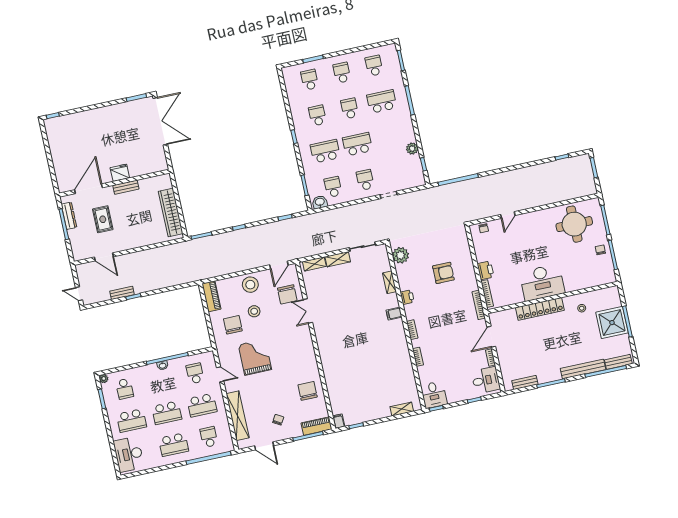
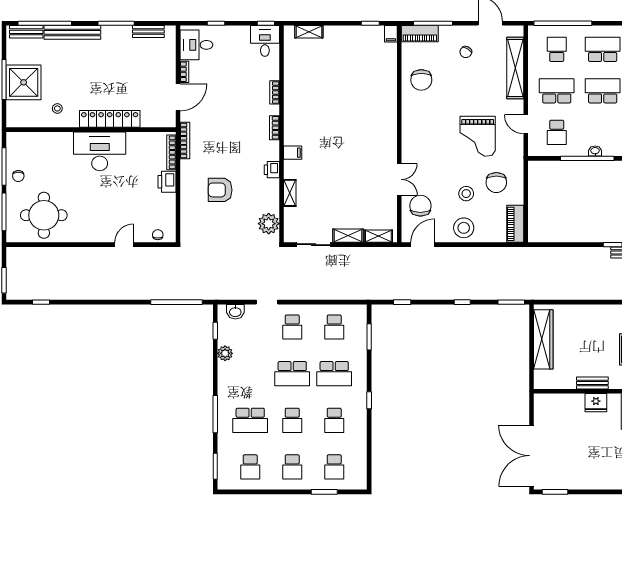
washbasin: (320, 202) -> (235, 312), moved
school desk: (209, 437) -> (557, 49), turned 180

